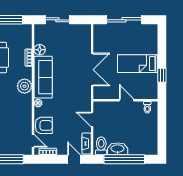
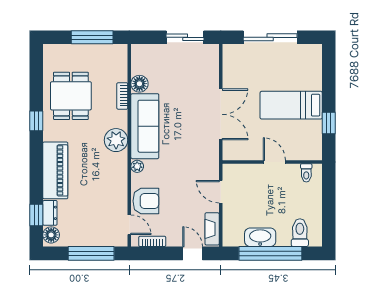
sliding door: (57, 20) -> (185, 37), moved
toilet: (101, 146) -> (300, 233), moved

